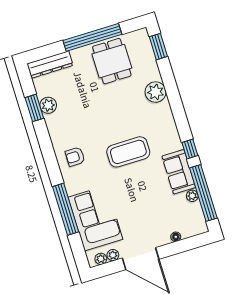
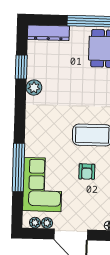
plant: (48, 105) -> (34, 88), moved
armchair: (75, 157) -> (87, 172), moved, turned -90

